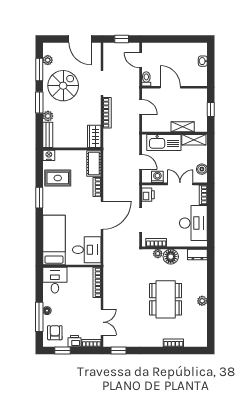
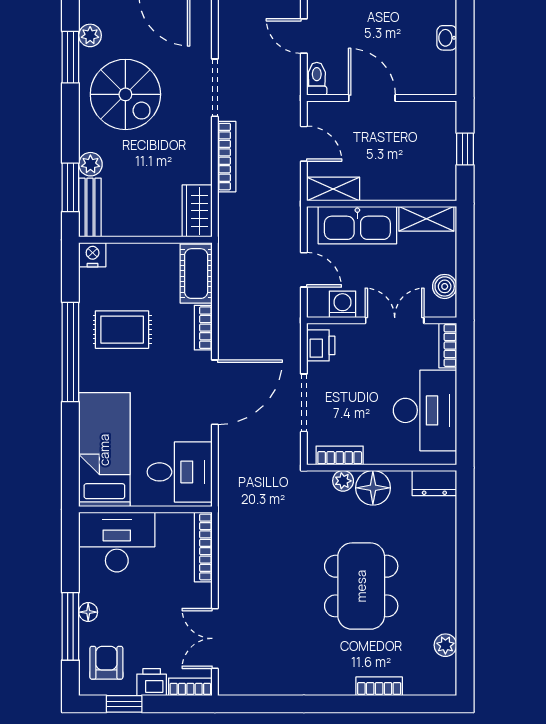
spiral stairs: (63, 86) -> (125, 94), turned 90
window: (39, 102) -> (70, 187), moved
shelving: (183, 127) -> (333, 189), moved
rug: (58, 178) -> (122, 330), moved
window: (39, 198) -> (70, 352), width x2.11
desk: (55, 280) -> (117, 542), width x1.37
plant: (202, 301) -> (445, 645), moved
double door: (102, 322) -> (215, 638), swing flipped
window: (119, 351) -> (253, 704), removed

